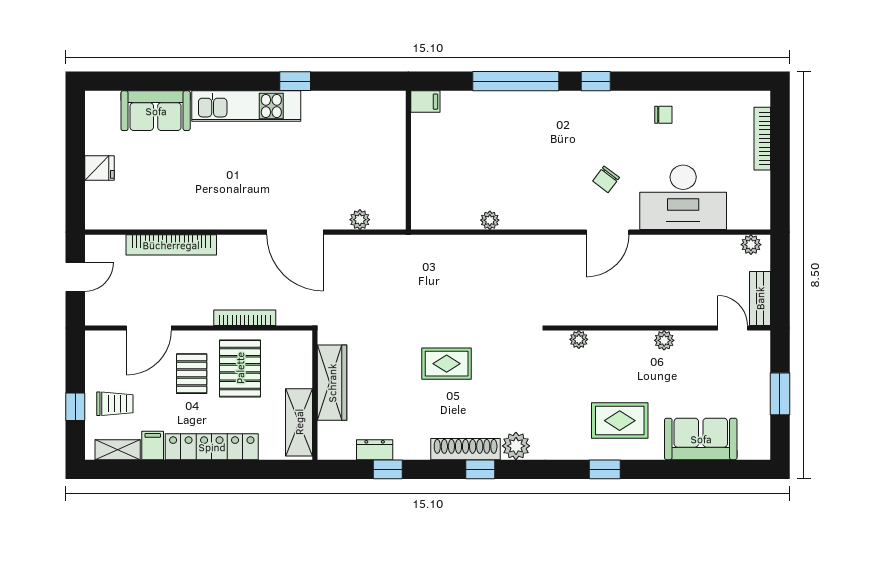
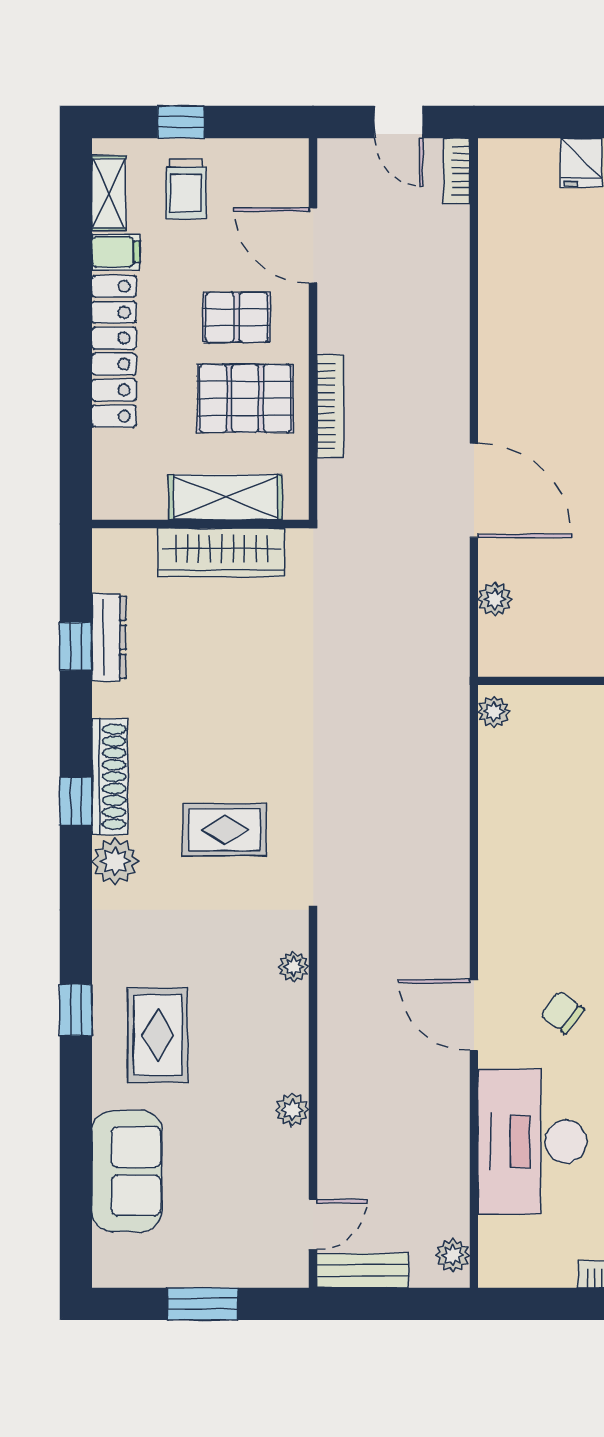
plant: (490, 220) -> (494, 712), moved
door: (295, 232) -> (474, 490), swing flipped
bookcase: (171, 245) -> (457, 171), moved, width x0.43, depth x0.76
rug: (447, 364) -> (224, 830), moved, turned 90
shelving: (299, 422) -> (225, 497), moved
dresser: (375, 450) -> (109, 637), width x1.44

